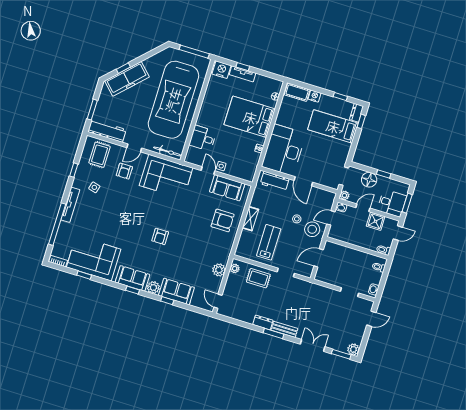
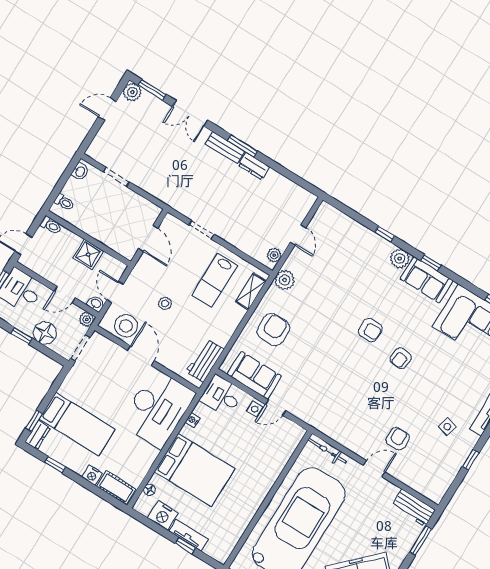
nightstand: (221, 70) -> (163, 515), moved
workbench: (107, 131) -> (414, 508), width x0.73
desk: (203, 138) -> (221, 396), moved, turned 180
rug: (100, 155) -> (427, 472), removed
door: (208, 171) -> (276, 408), hinge flipped
corner sofa: (166, 177) -> (339, 415), removed
workbench: (275, 181) -> (205, 361), moved, turned -90
door: (331, 218) -> (115, 292), swing flipped
shelving: (250, 219) -> (251, 292), moved
armchair: (223, 220) -> (273, 330), turned 90
shower: (376, 221) -> (88, 254), moved
armchair: (136, 223) -> (401, 358), added
stool: (312, 229) -> (126, 326), moved
armchair: (160, 236) -> (370, 330), turned 90
door: (319, 258) -> (148, 238), hinge flipped
plant: (219, 270) -> (285, 280), moved
rug: (258, 278) -> (243, 232), removed
sofa: (176, 292) -> (368, 244), removed
door: (218, 301) -> (298, 235), moved
door: (371, 319) -> (107, 109), moved

